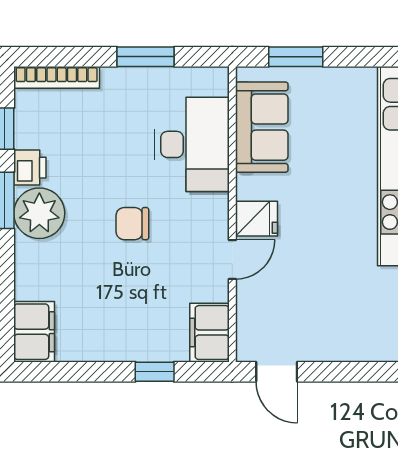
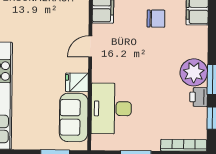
fridge: (257, 219) -> (77, 82), moved
chair: (132, 224) -> (156, 19), moved

